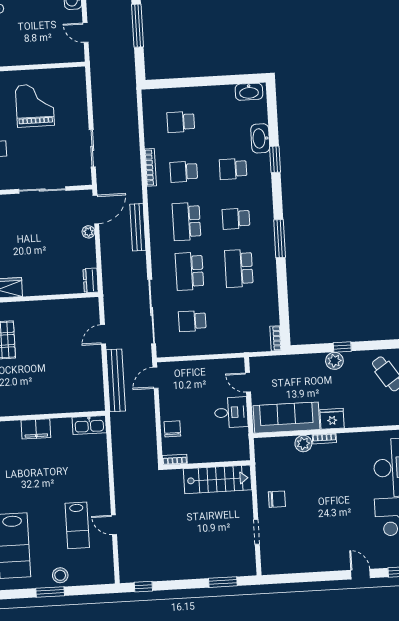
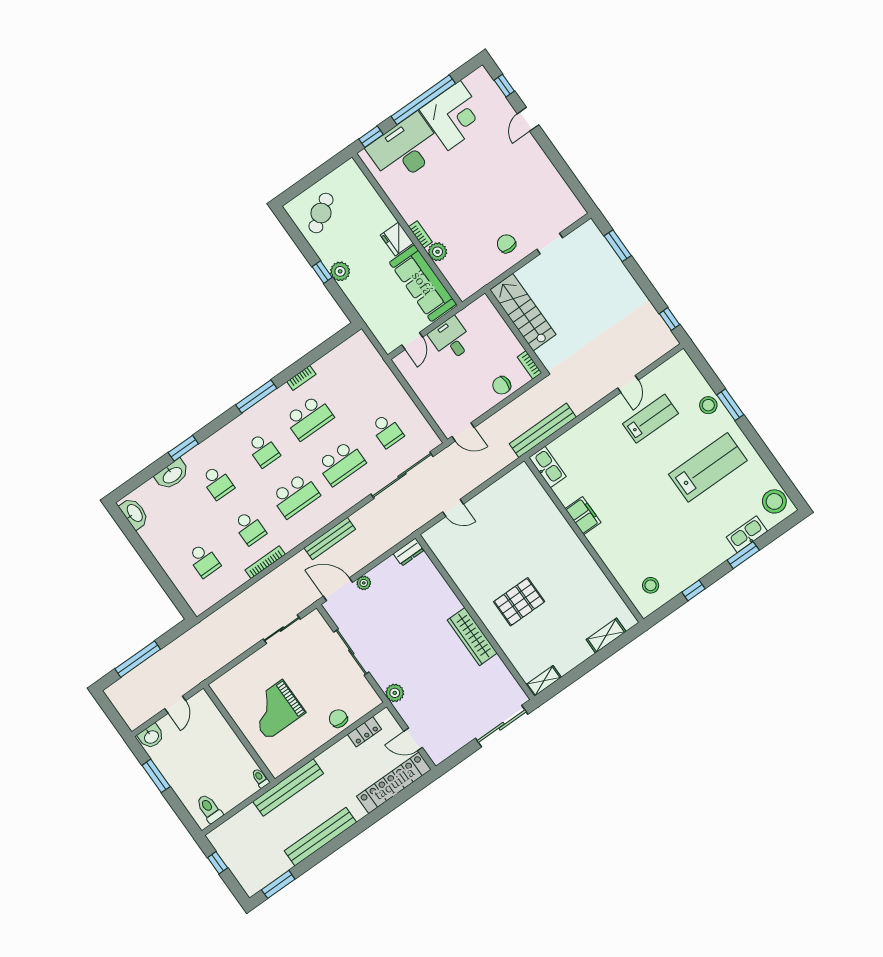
bookcase: (276, 338) -> (301, 378), moved
bench: (116, 380) -> (543, 430), moved

